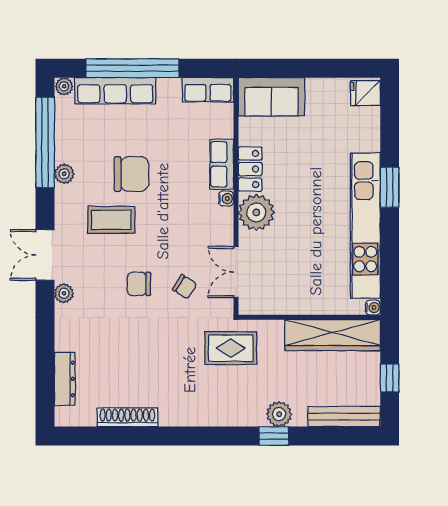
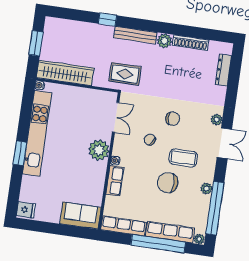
row of seats: (208, 90) -> (124, 226), width x1.48
locker: (250, 169) -> (99, 176), removed
chair: (185, 287) -> (150, 140), moved
window: (390, 378) -> (36, 43), width x1.50
plant: (279, 414) -> (164, 41), moved
bench: (344, 417) -> (135, 35), moved

